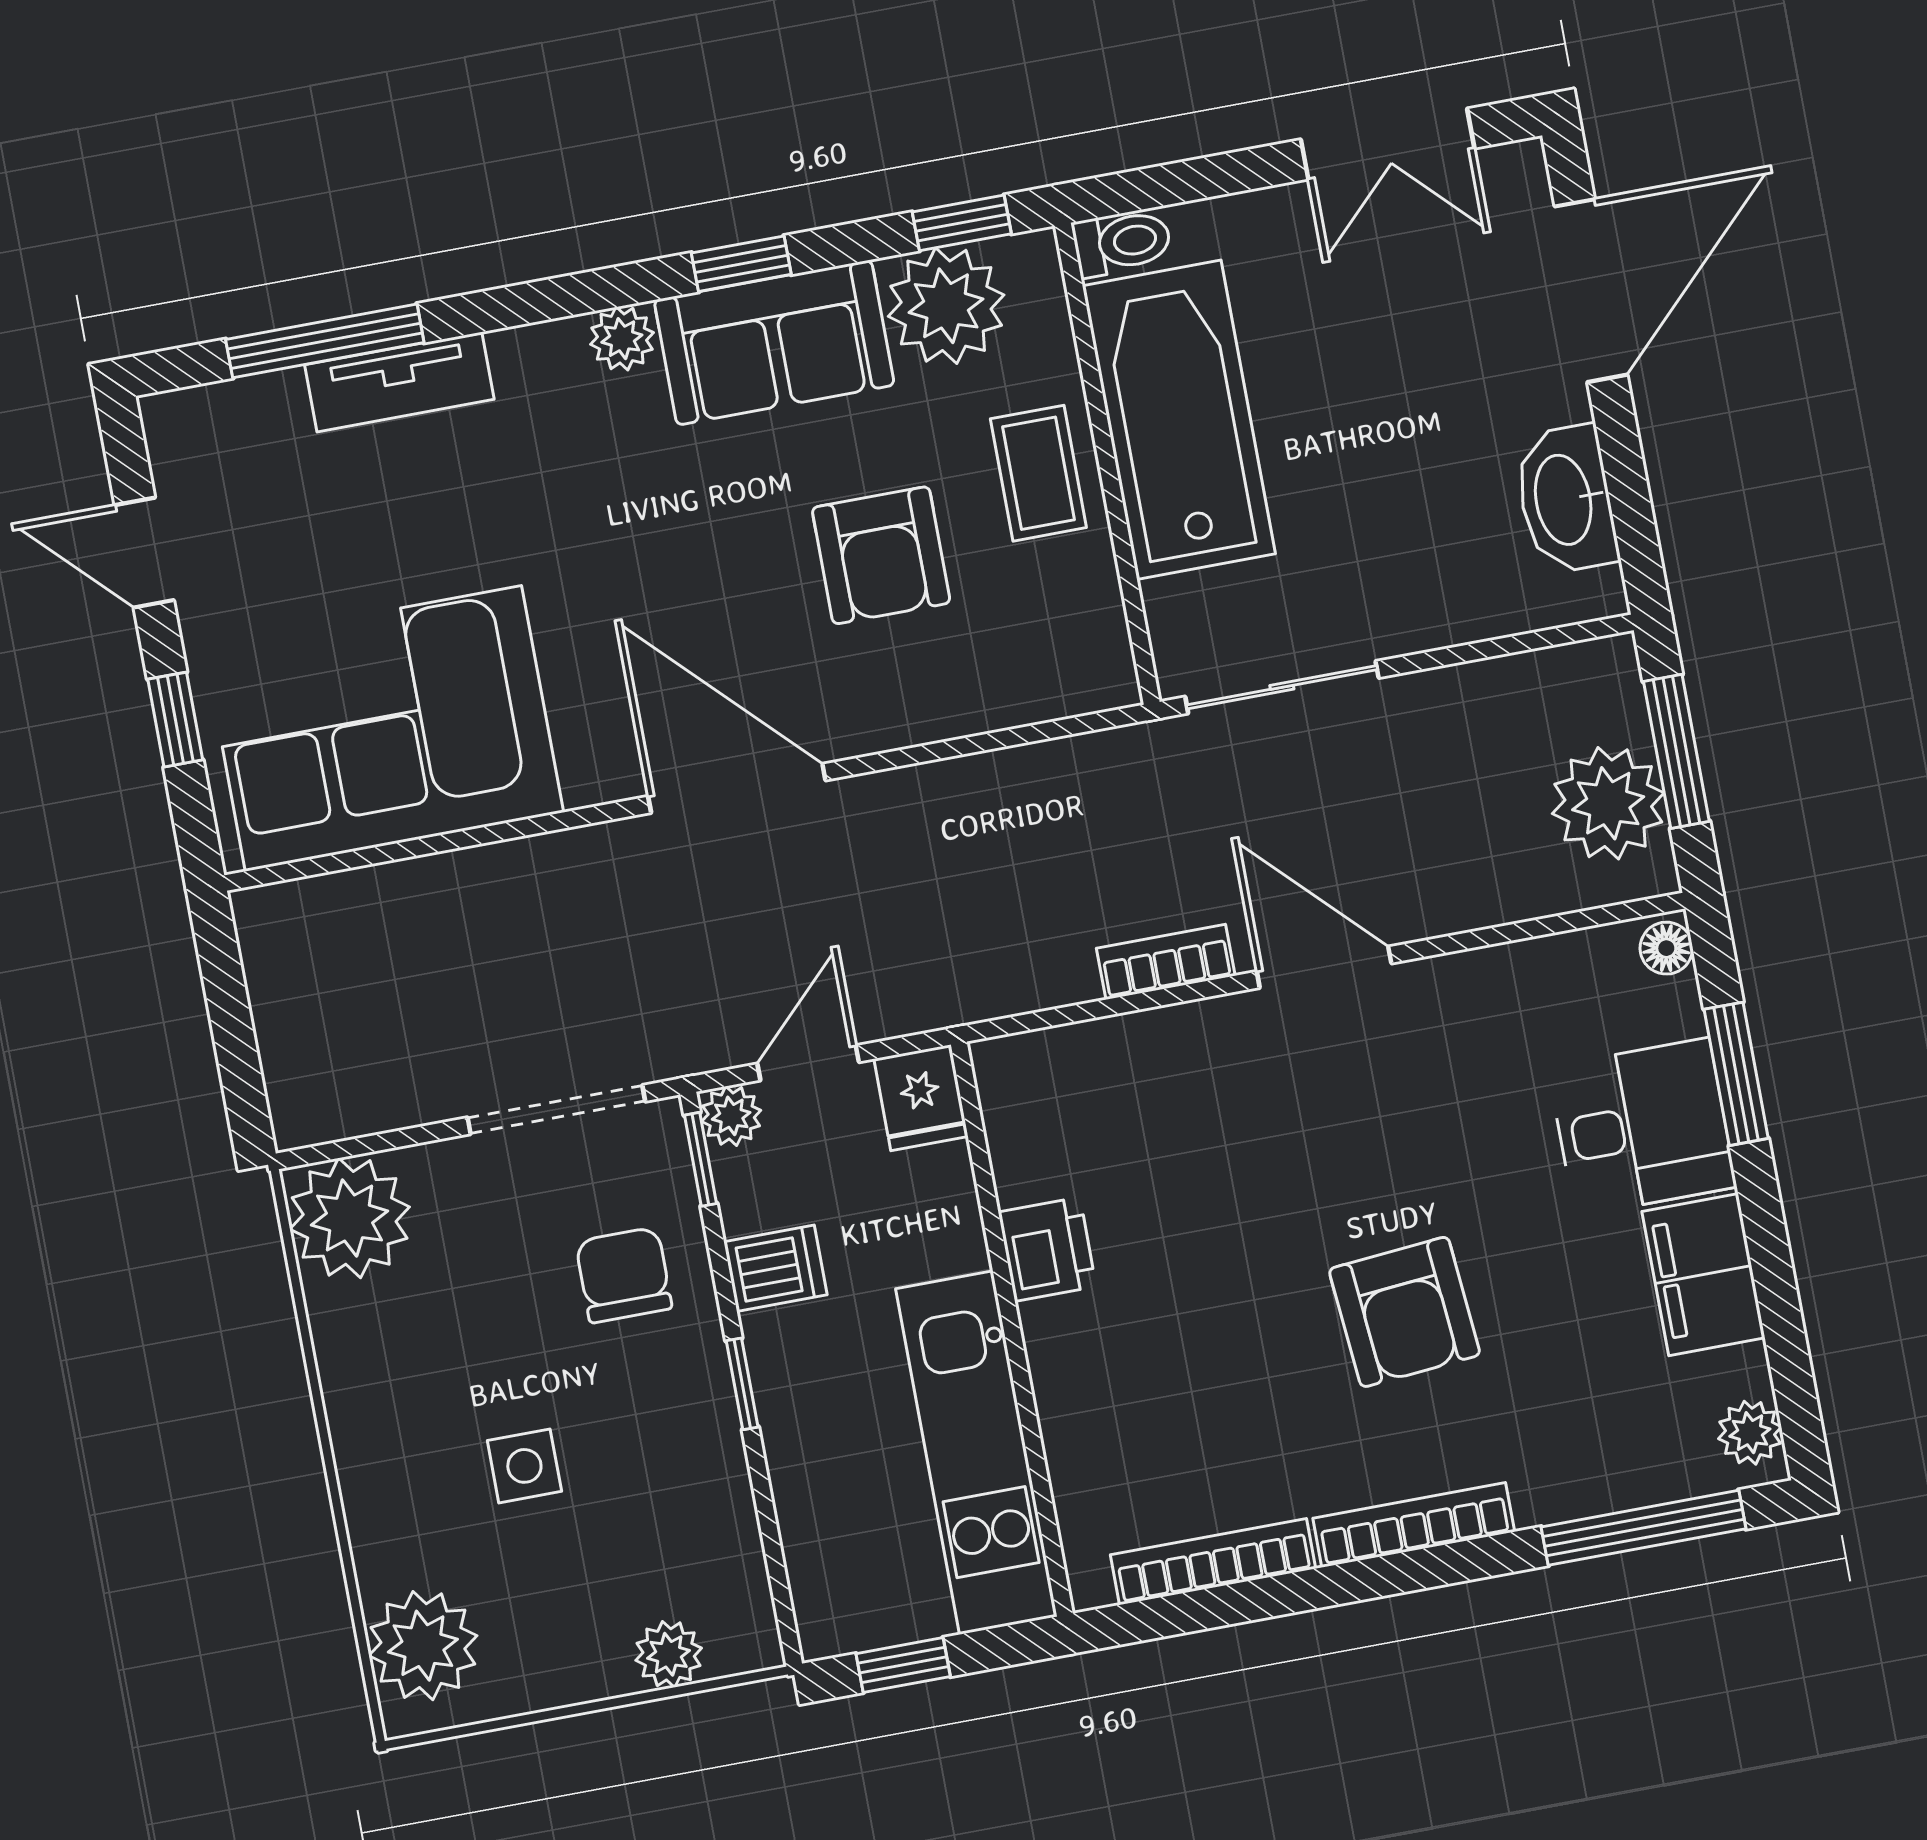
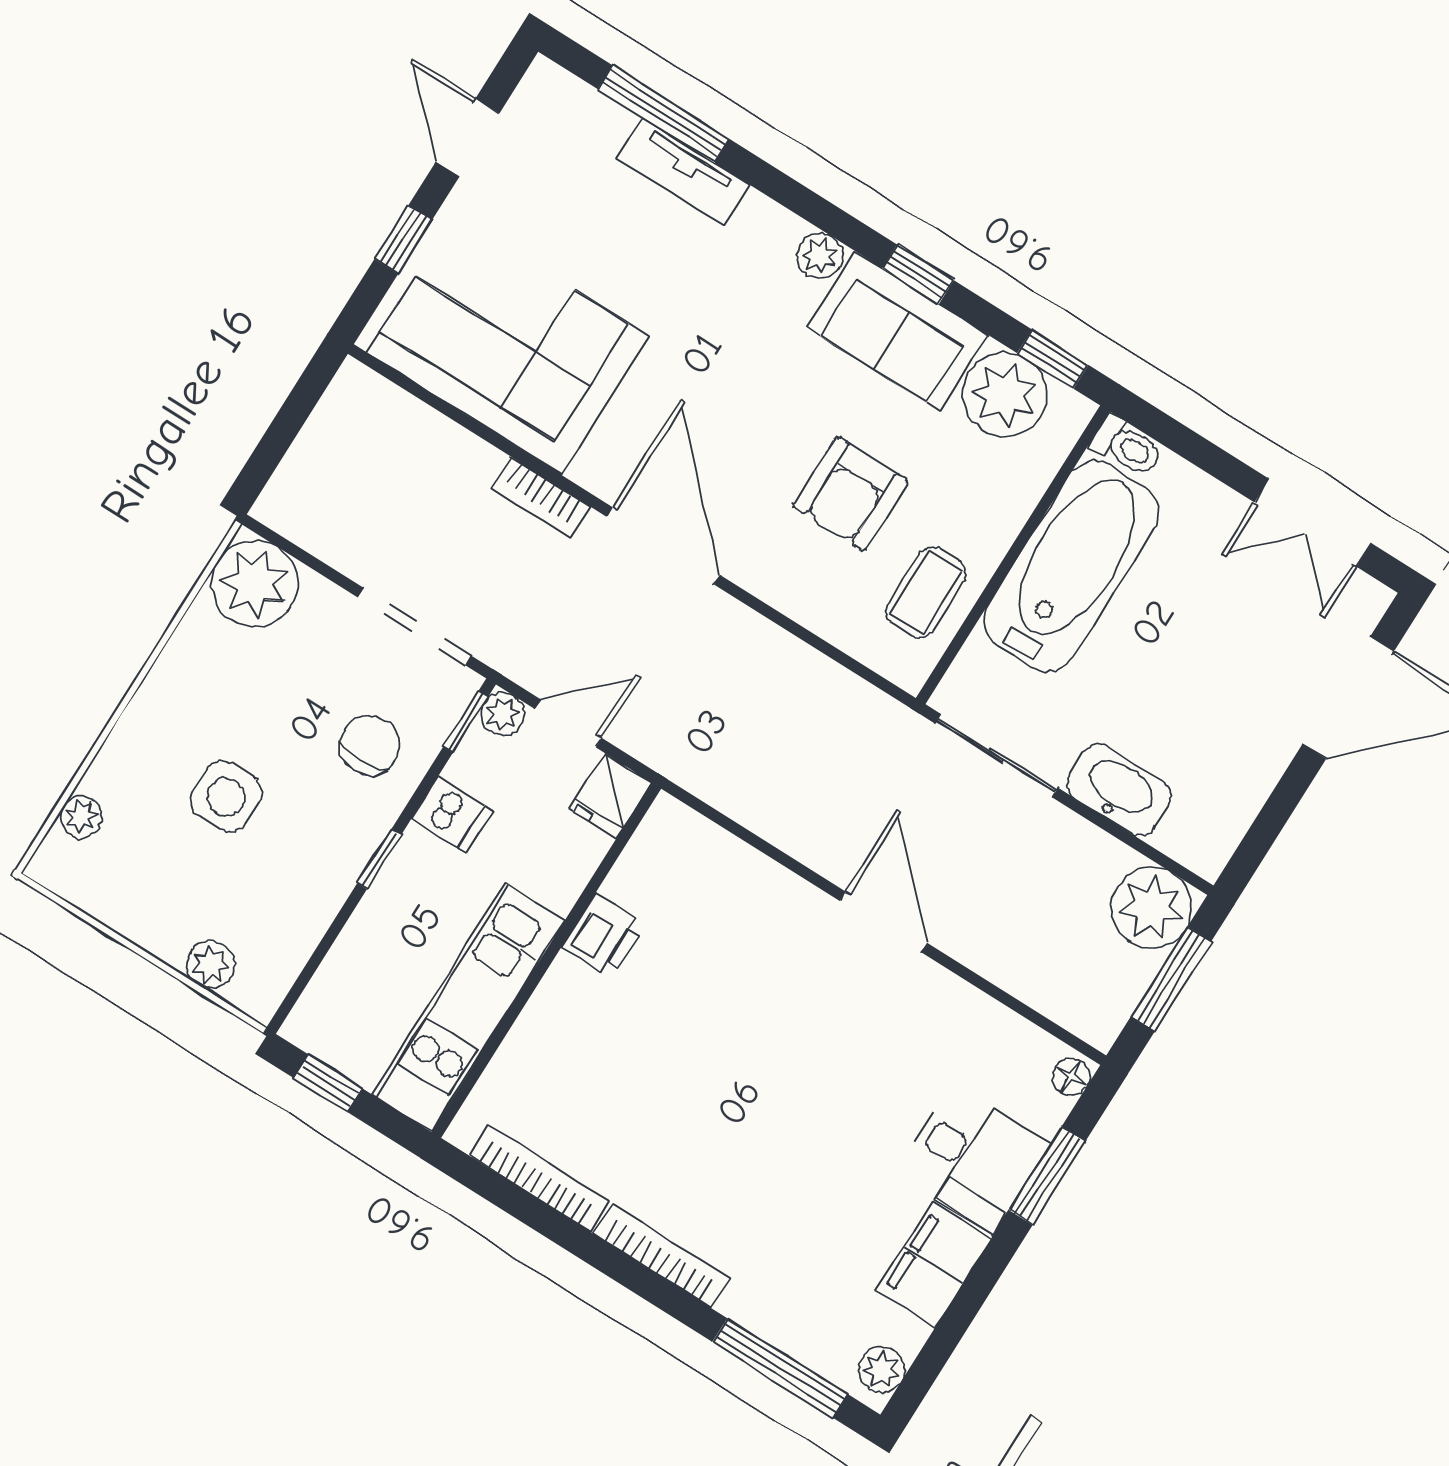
coffee table: (1038, 473) -> (926, 592), moved
washbasin: (1566, 499) -> (1119, 790), moved, turned 90
plant: (1608, 803) -> (1152, 908), moved
bookcase: (1166, 962) -> (541, 497), moved, turned 180
armchair: (1405, 1312) -> (759, 1140), removed
side table: (524, 1466) -> (226, 797), width x1.37, depth x1.37
plant: (423, 1646) -> (81, 817), width x0.53, depth x0.53

